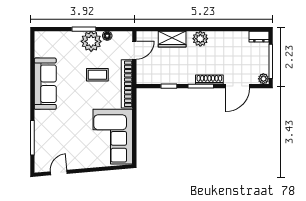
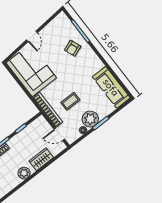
door: (134, 50) -> (59, 134), hinge flipped
sofa: (45, 84) -> (111, 87), moved
armchair: (54, 126) -> (73, 48), added
door: (59, 173) -> (32, 36), moved

